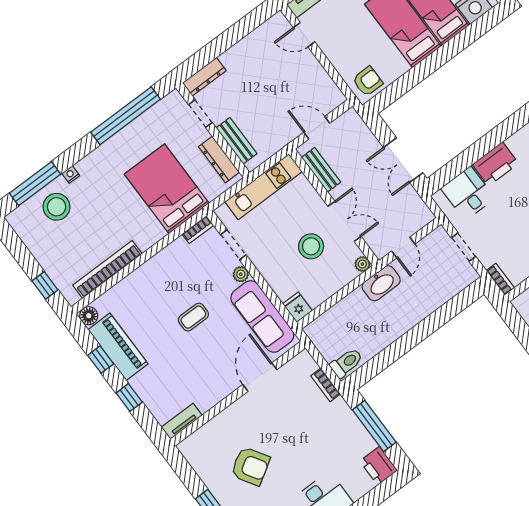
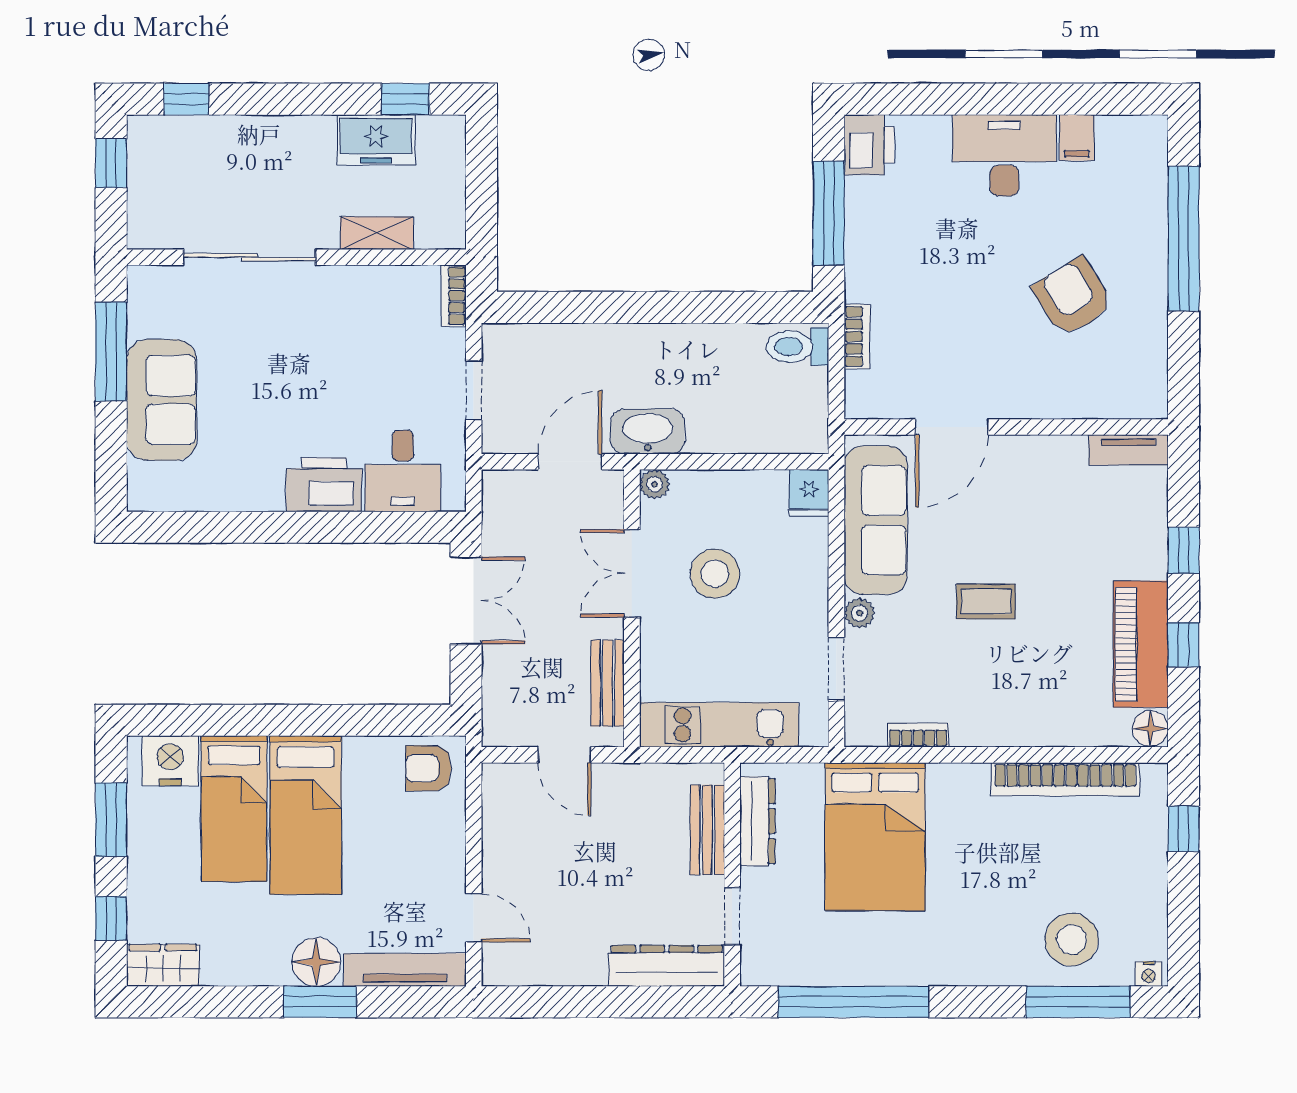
dresser: (204, 77) -> (667, 966), width x1.37, depth x1.24
nightstand: (71, 174) -> (1149, 974), moved
bookcase: (198, 230) -> (918, 735), moved
door: (403, 248) -> (570, 462), width x1.38

